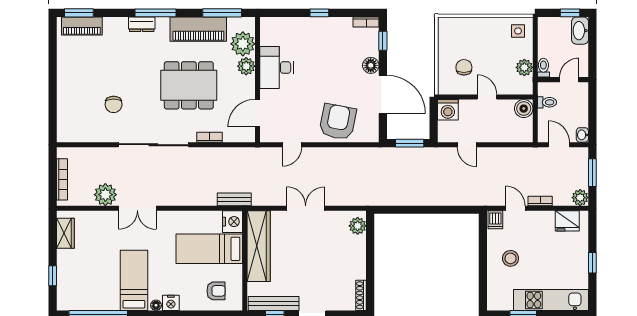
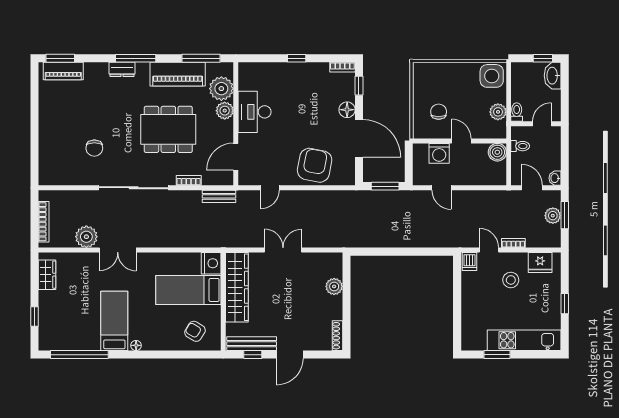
side table: (518, 31) -> (492, 76), width x1.87, depth x1.87
washing machine: (448, 110) -> (439, 153), moved
plant: (580, 198) -> (553, 216), moved
bench: (234, 199) -> (219, 196), moved
plant: (358, 226) -> (334, 286), moved
stool: (511, 258) -> (511, 280), moved
armchair: (216, 291) -> (195, 331), turned -149
nightstand: (171, 303) -> (151, 343), removed

